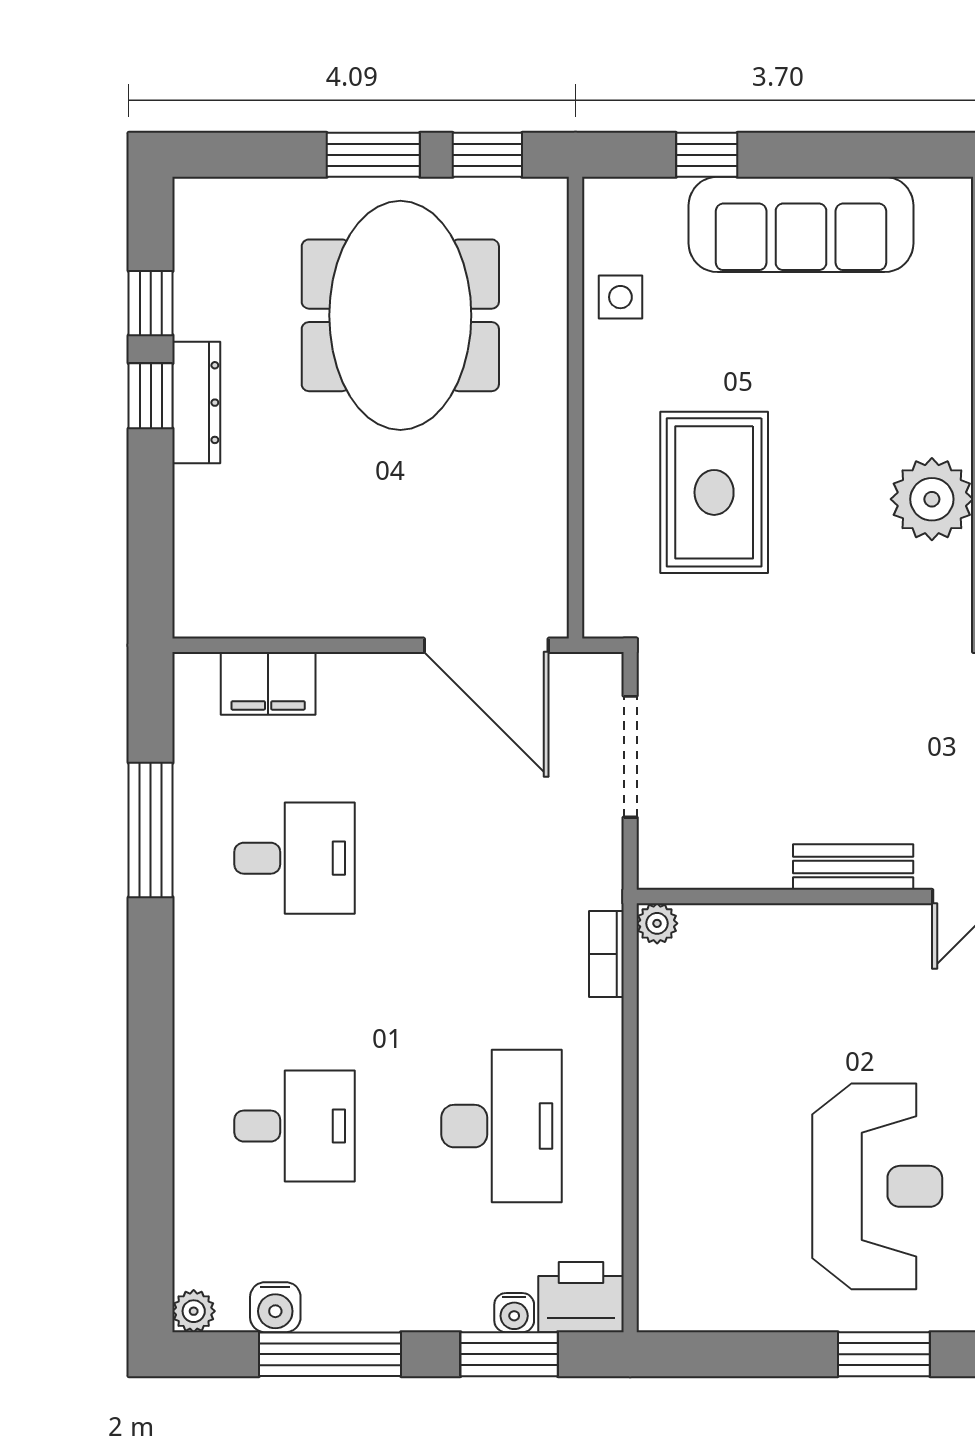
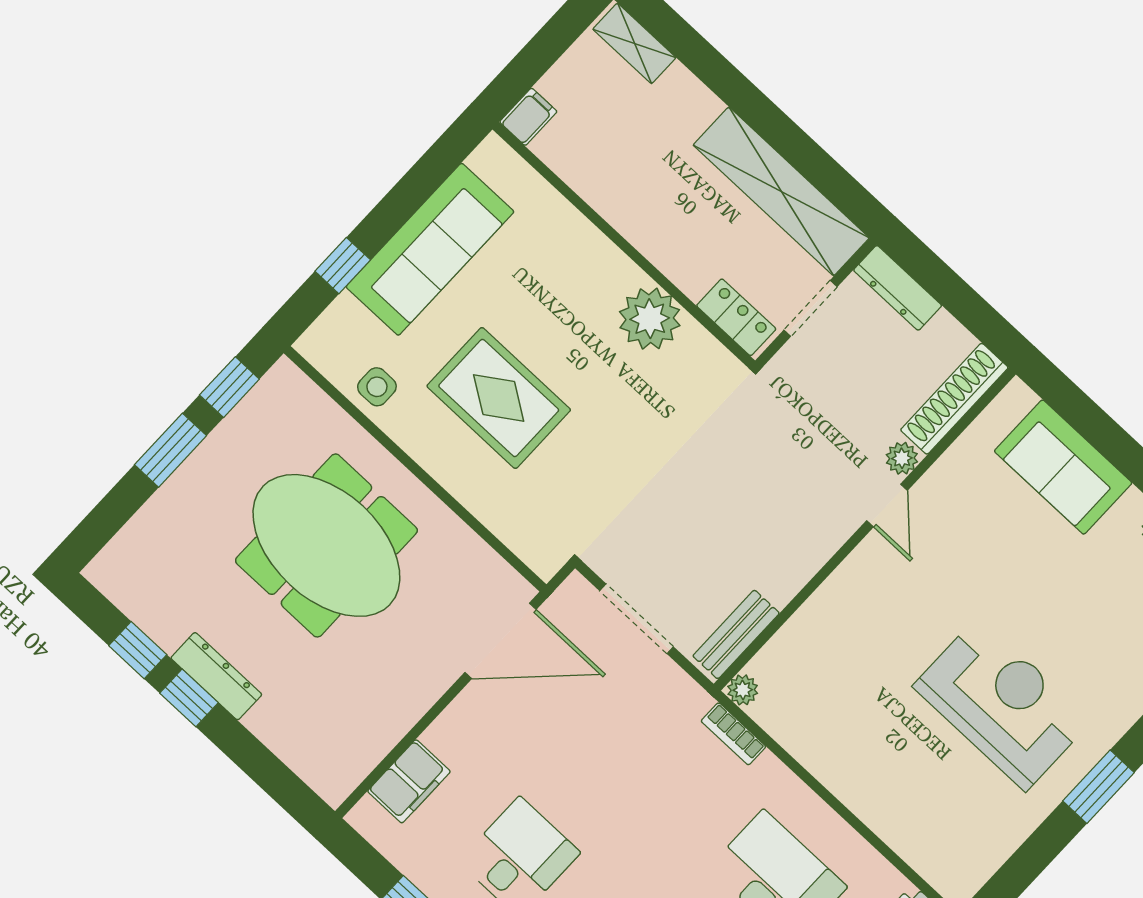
meeting table: (400, 315) -> (326, 545), moved
rug: (714, 492) -> (499, 398), moved
bench: (853, 867) -> (736, 634), moved

